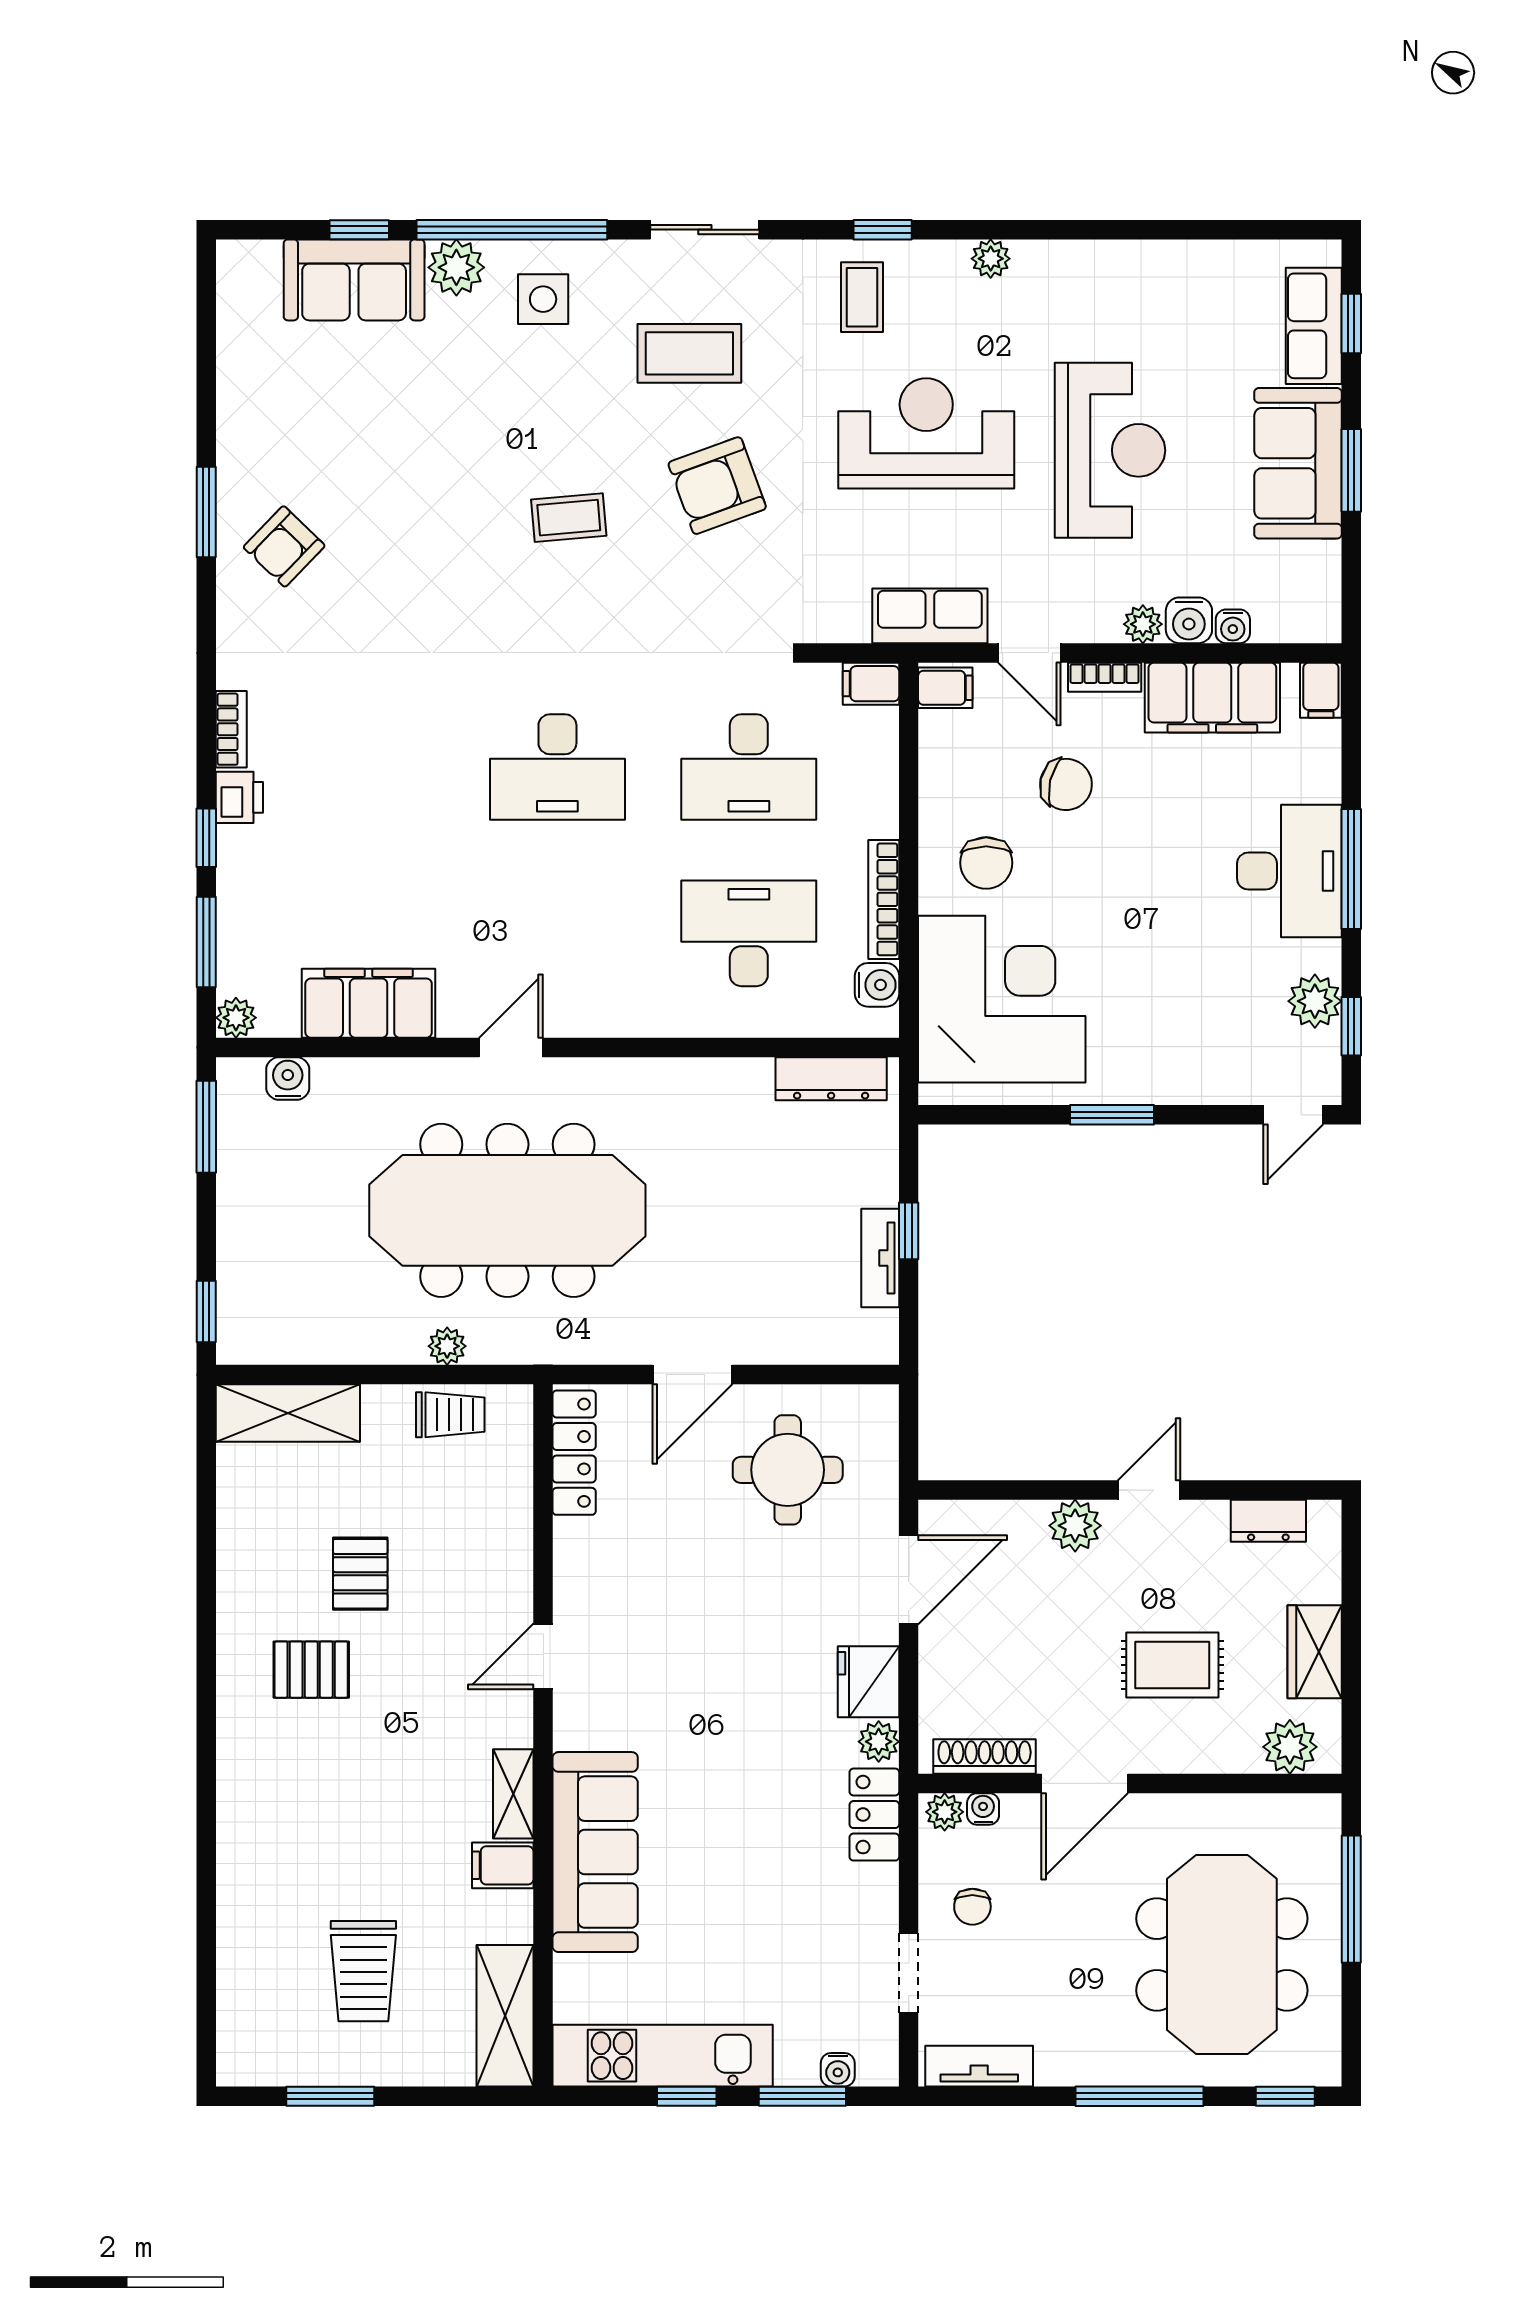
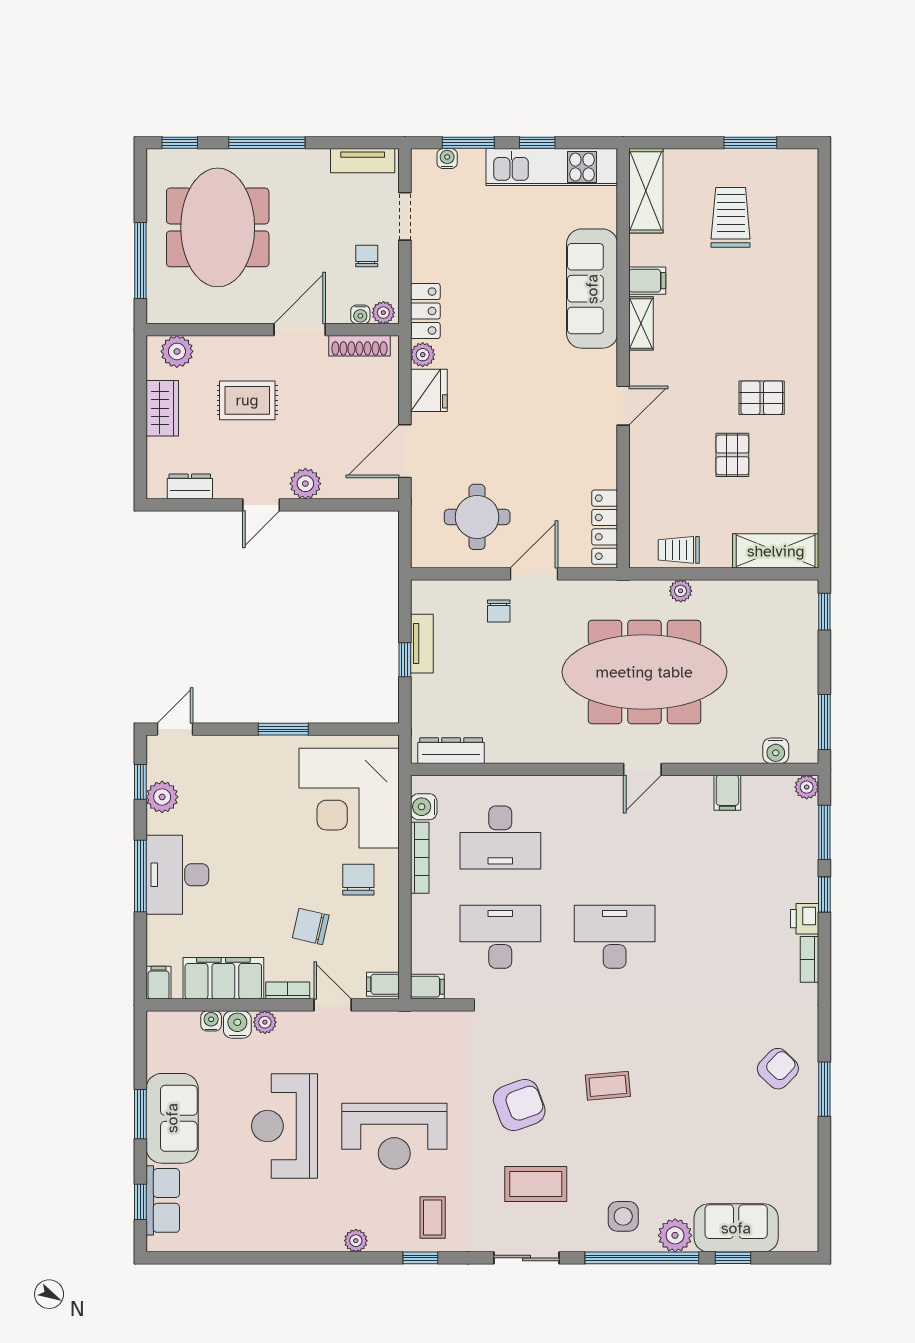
row of seats: (930, 616) -> (392, 1027), removed
filing cabinet: (369, 1003) -> (727, 793), width x0.33, depth x0.86
chair: (751, 1312) -> (499, 611), added

